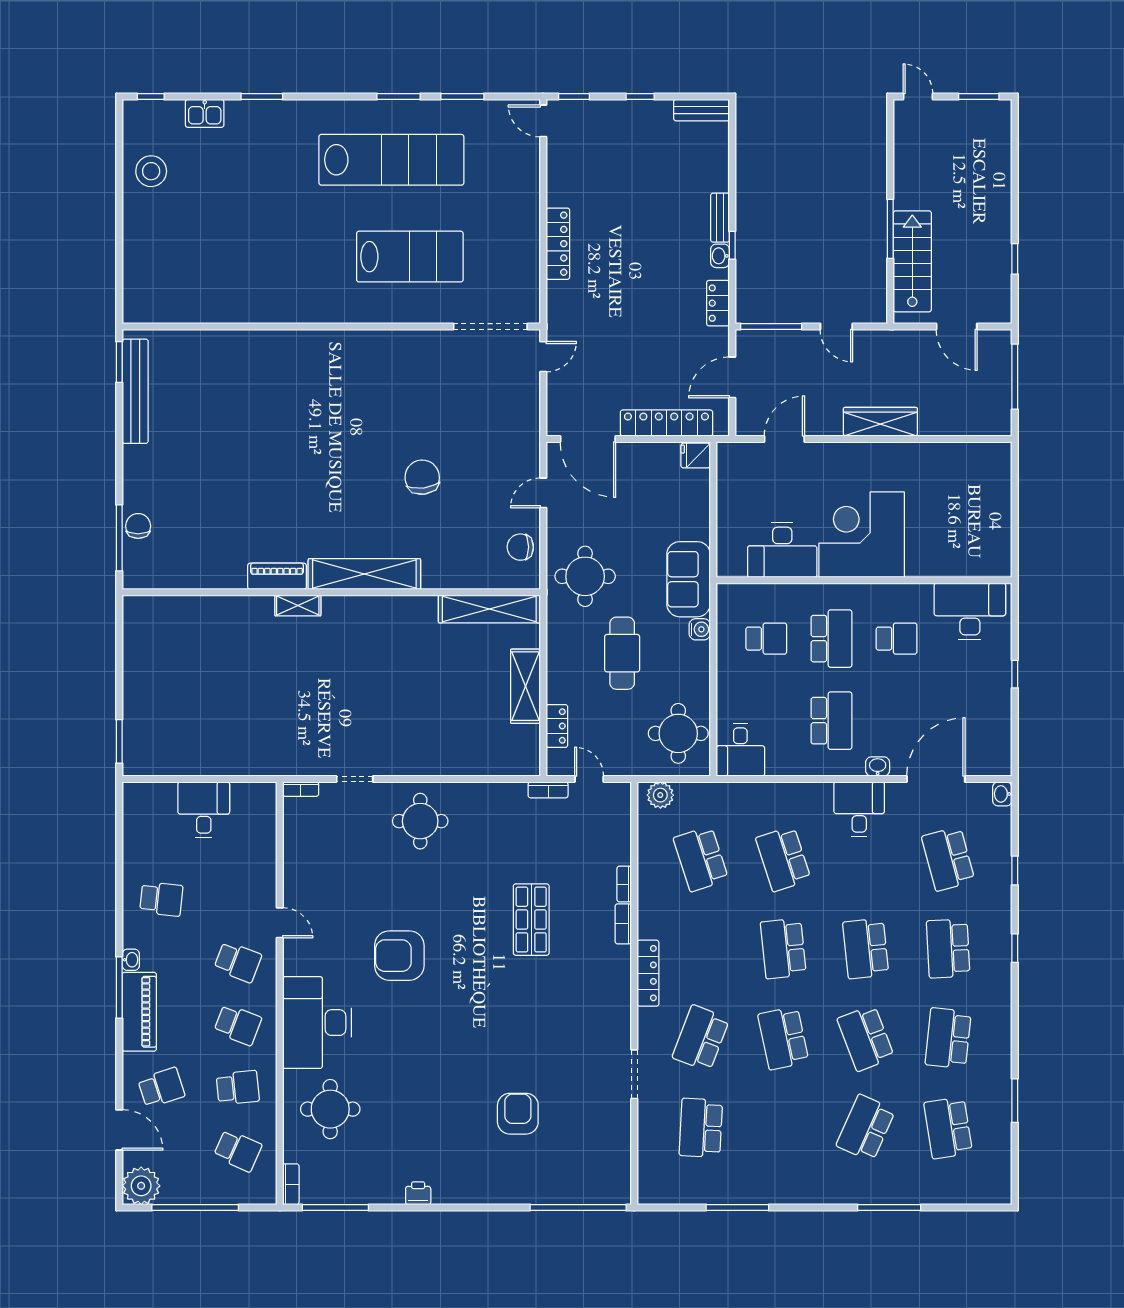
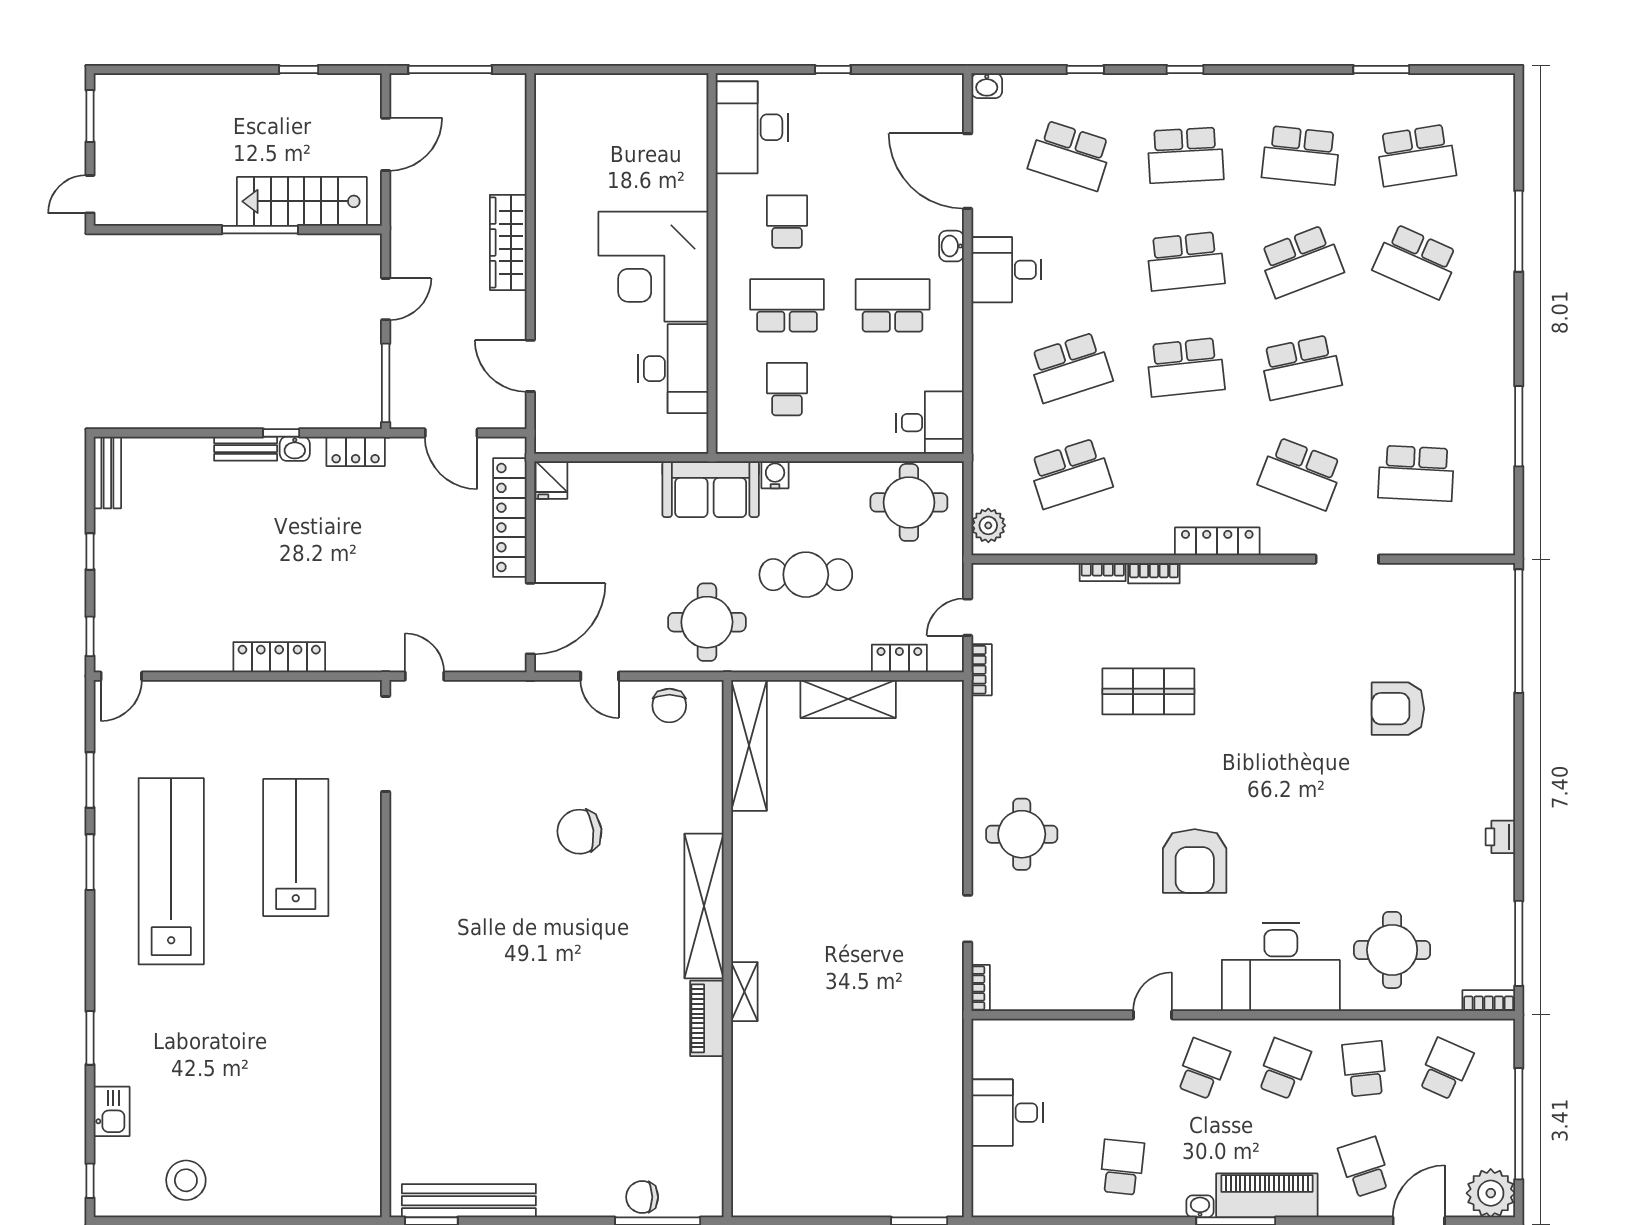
school desk: (948, 859) -> (1070, 155), turned 33

